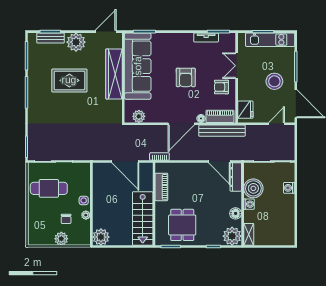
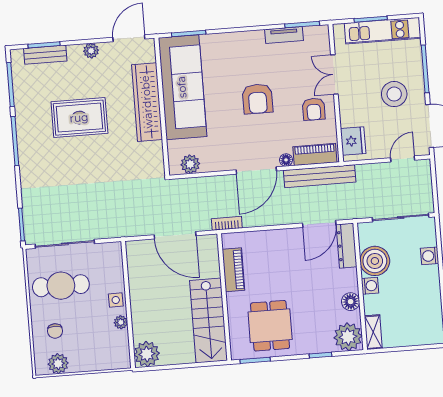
plant: (76, 42) -> (91, 51), width x0.53, depth x0.53
armchair: (221, 87) -> (314, 109), turned -90
door: (219, 162) -> (319, 224), hinge flipped
chair: (66, 219) -> (55, 331), moved
plant: (61, 239) -> (58, 364), moved

